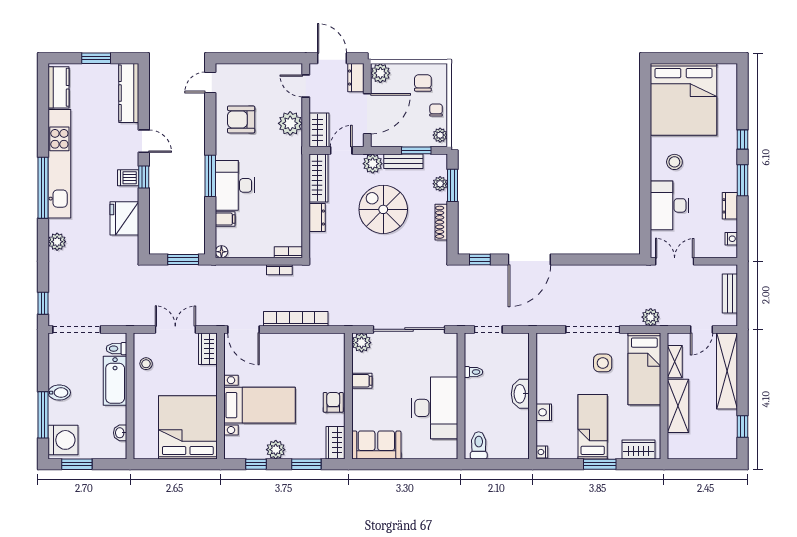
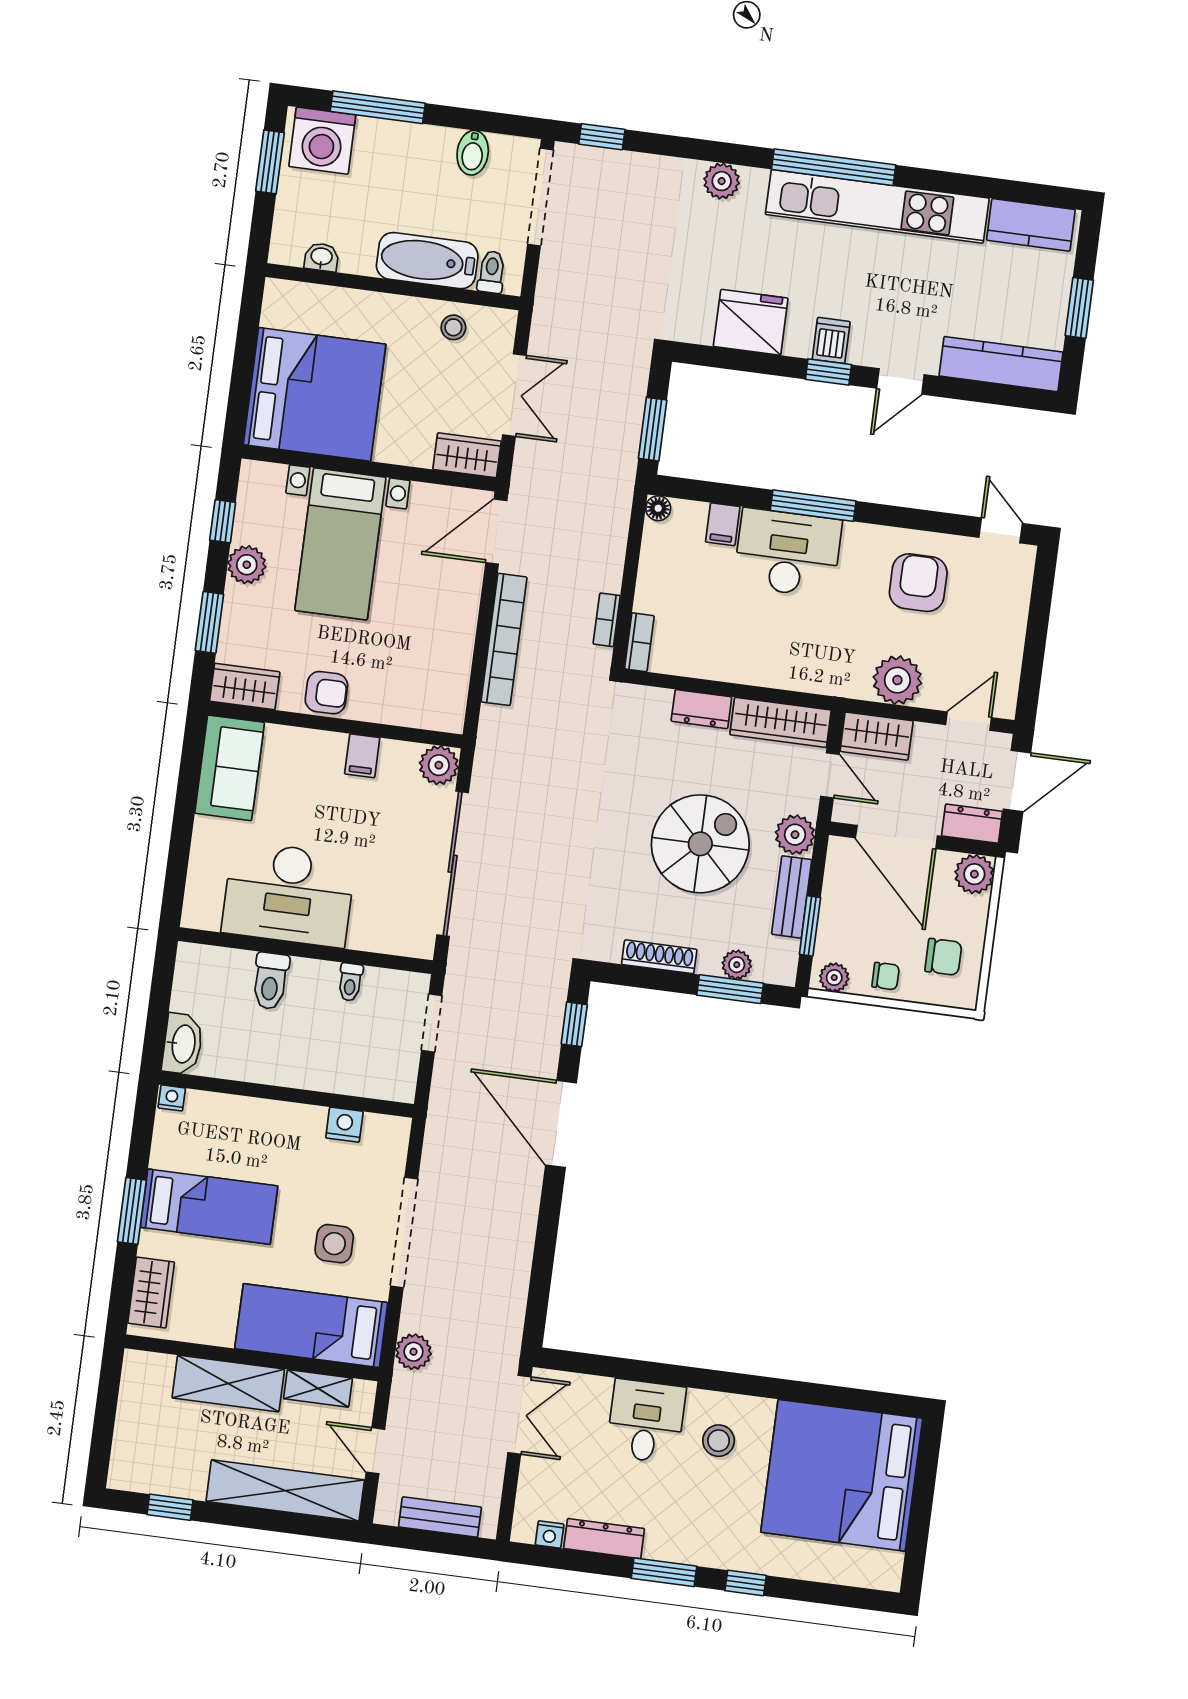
desk: (670, 205) -> (646, 1421), width x0.73
dresser: (730, 206) -> (604, 1539), width x1.44
bidet: (59, 393) -> (473, 153), moved
washbasin: (520, 394) -> (183, 1044), moved, turned 90
nightstand: (544, 412) -> (344, 1125), moved
toilet: (479, 445) -> (270, 981), moved, turned 90

